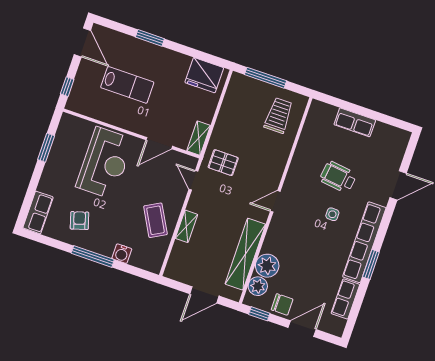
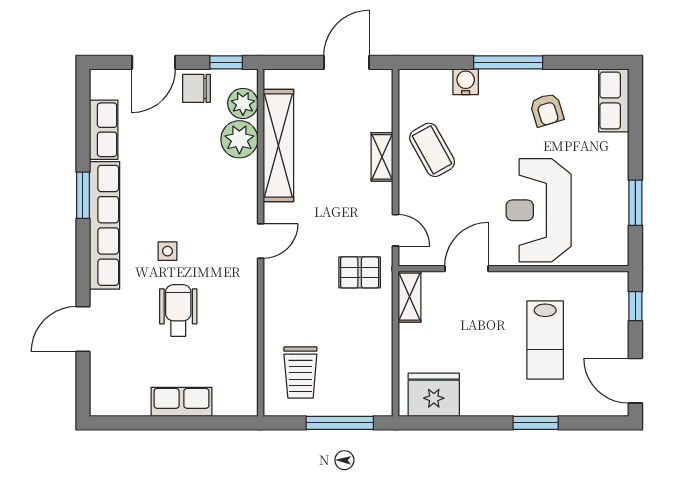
lab bench: (127, 85) -> (545, 340), turned -90
wheelchair: (338, 177) -> (178, 310), turned -97
door: (204, 295) -> (346, 62), moved

